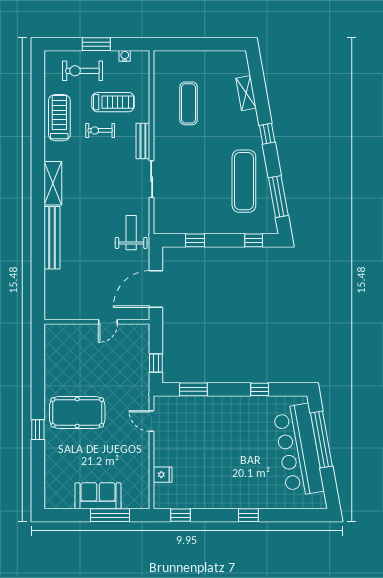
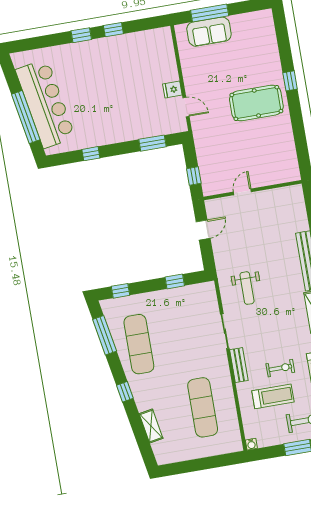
water cooler: (125, 56) -> (251, 444), moved
treadmill: (113, 102) -> (273, 396), turned 180
exercise mat: (189, 103) -> (203, 407), width x1.36, depth x1.45
weight bench: (131, 233) -> (247, 288), moved
door: (156, 289) -> (203, 230), width x0.53
window: (156, 363) -> (194, 176), moved
fridge: (163, 475) -> (172, 90), moved
sofa: (98, 496) -> (209, 32), moved
window: (180, 515) -> (113, 30), moved

